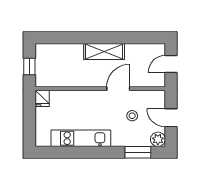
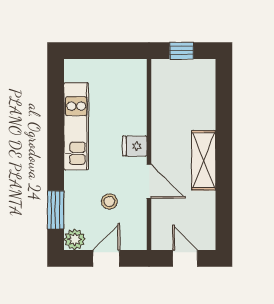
fridge: (42, 98) -> (135, 146), moved

